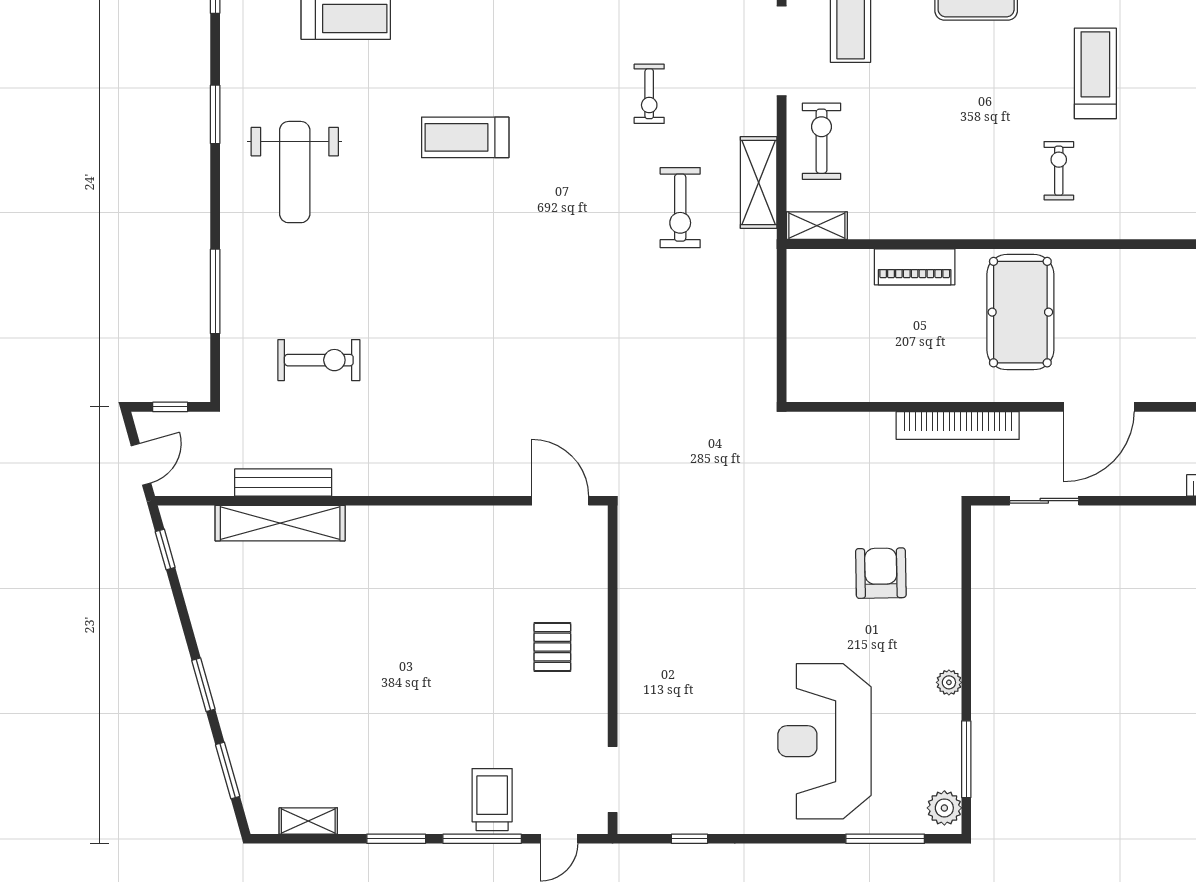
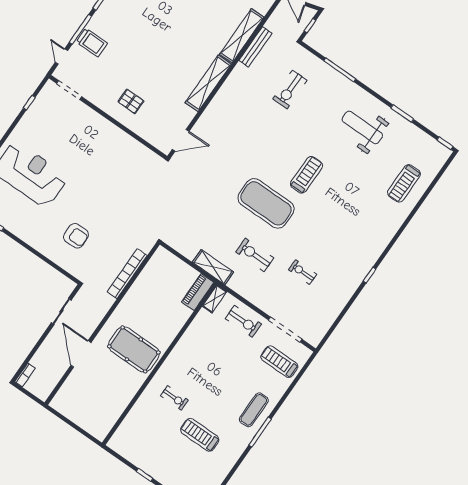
treadmill: (1095, 73) -> (200, 435), turned 180
treadmill: (465, 137) -> (307, 175), moved
shelving: (759, 182) -> (213, 267), moved
exercise mat: (567, 254) -> (266, 203), added
piano: (915, 267) -> (198, 292), moved
bookcase: (958, 425) -> (127, 274), moved
shelving: (415, 524) -> (208, 83), added
plant: (949, 682) -> (21, 233), removed

